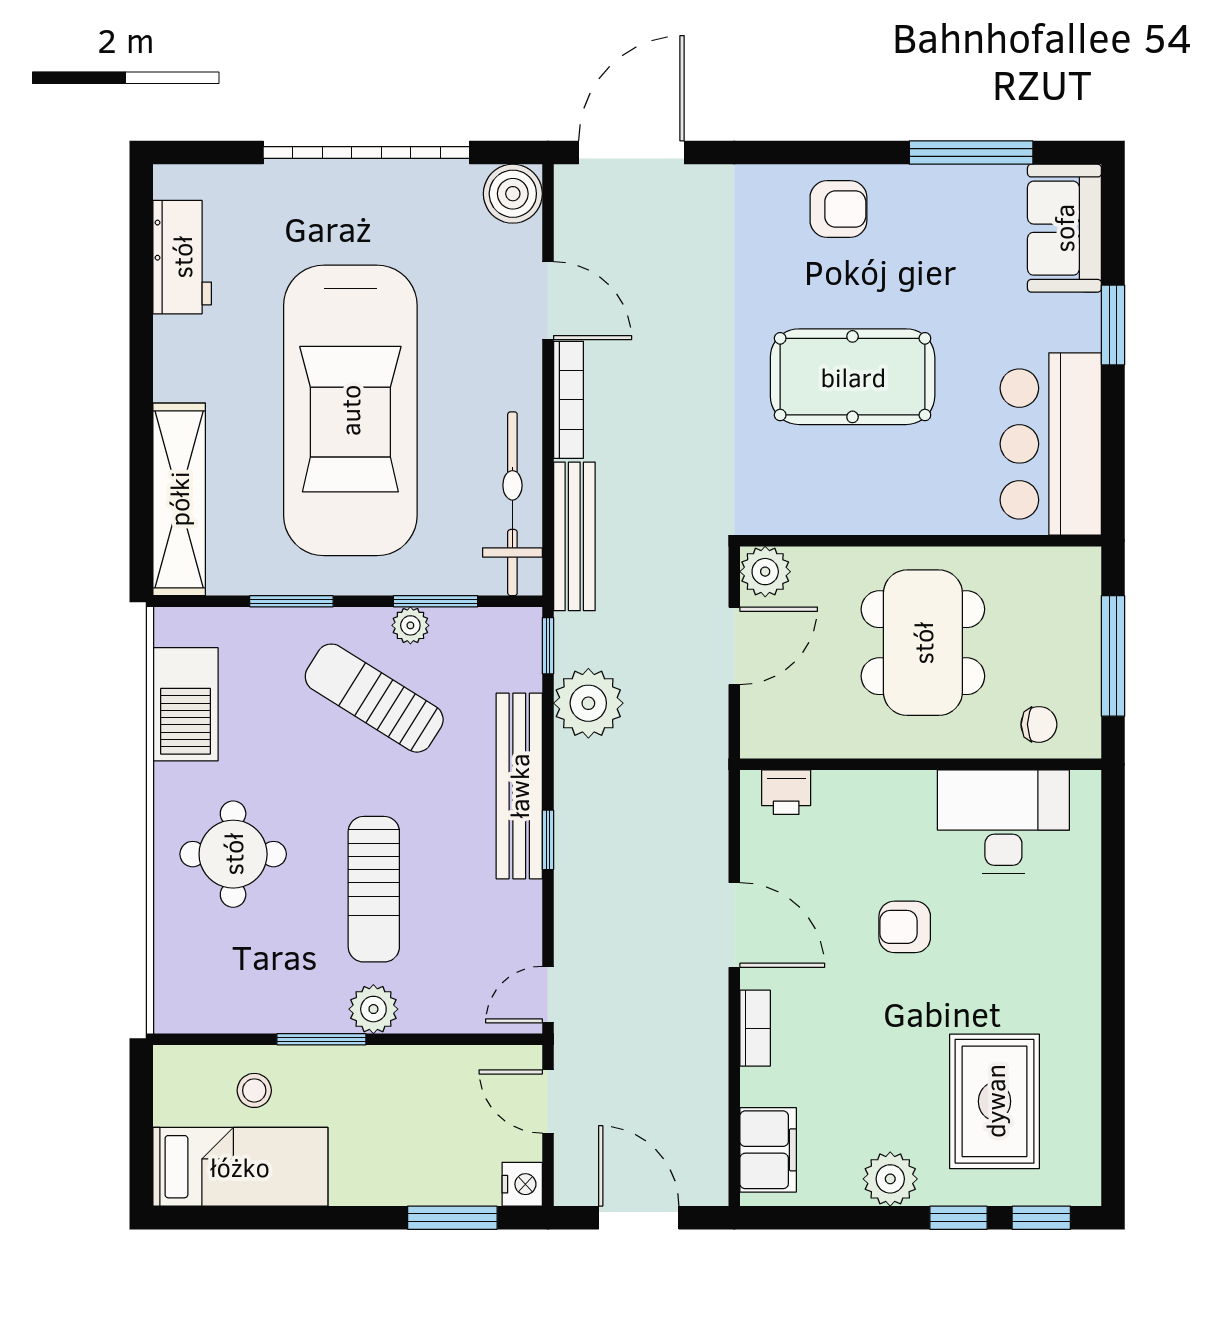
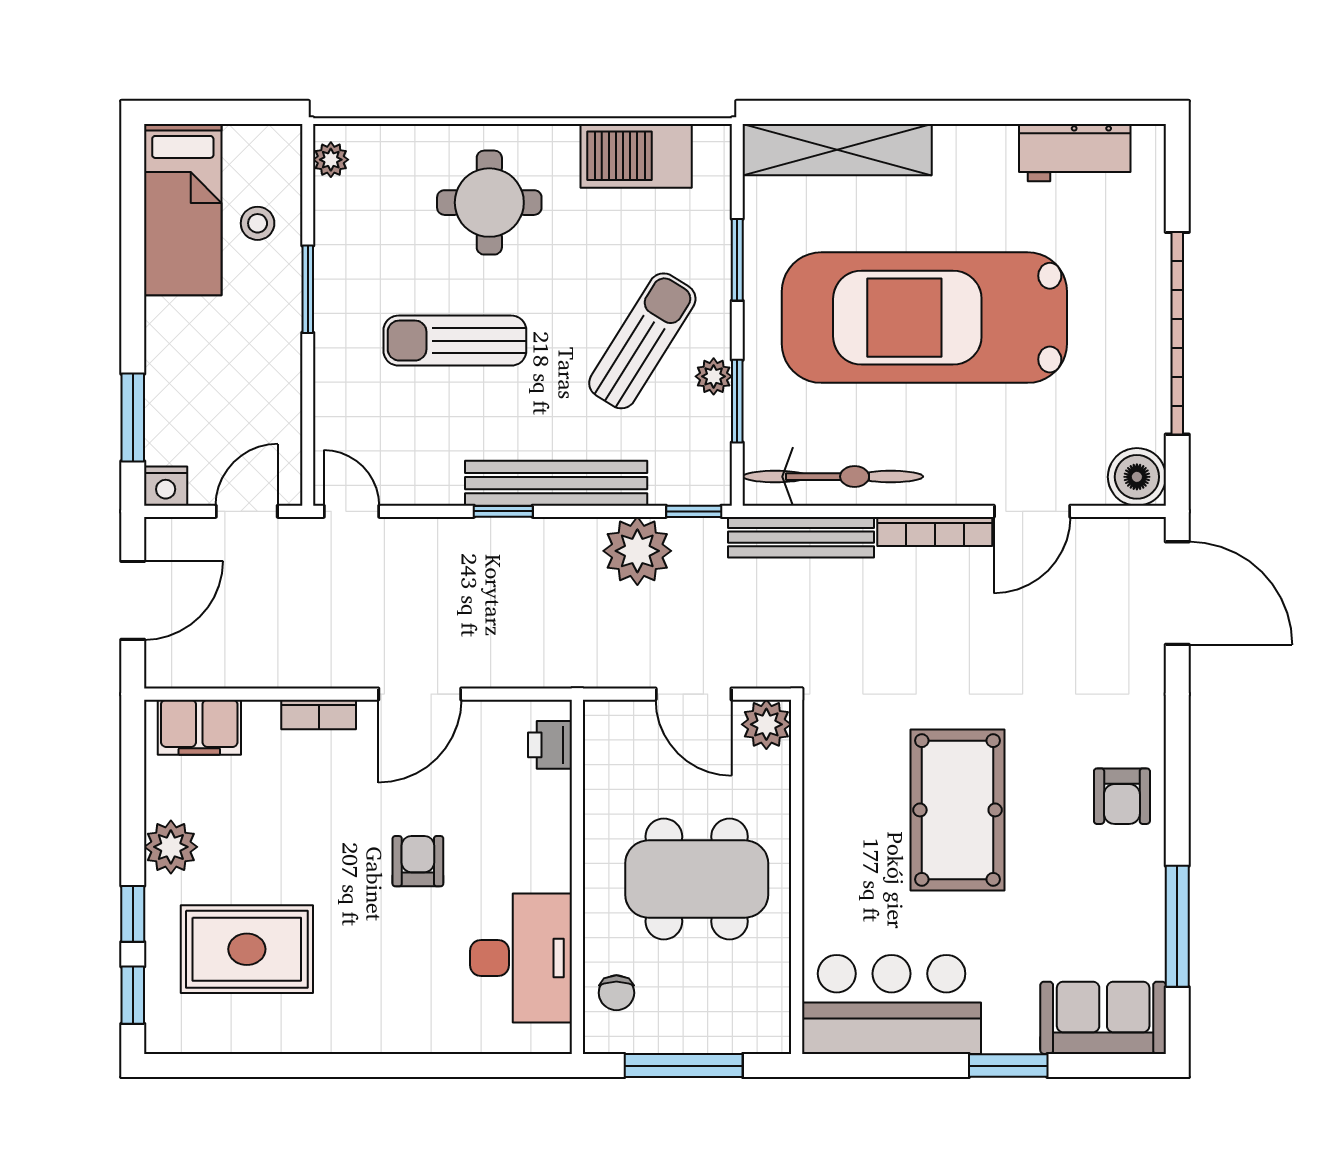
plant: (373, 1009) -> (331, 160), moved, width x0.73, depth x0.73

